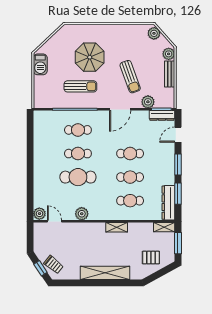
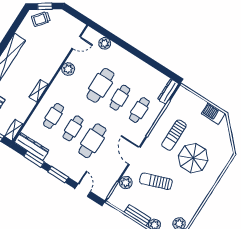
dresser: (162, 115) -> (168, 91), moved
cafe table: (130, 154) -> (92, 141), width x1.37, depth x1.35
plant: (39, 214) -> (105, 43), moved

